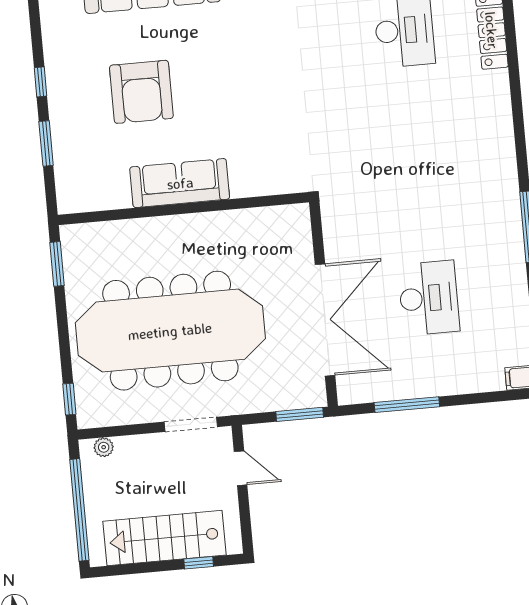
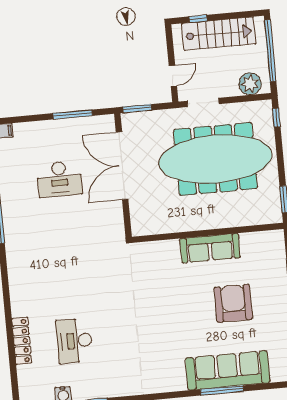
desk: (429, 298) -> (59, 179), turned -90
plant: (104, 447) -> (250, 84), width x1.88, depth x1.88
door: (241, 468) -> (173, 76), swing flipped

